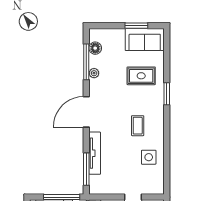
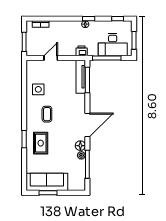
sofa: (145, 39) -> (47, 182), width x1.36
floor lamp: (95, 48) -> (80, 146), moved
rug: (141, 76) -> (41, 143), moved, turned 90
tv unit: (95, 153) -> (81, 77), moved

